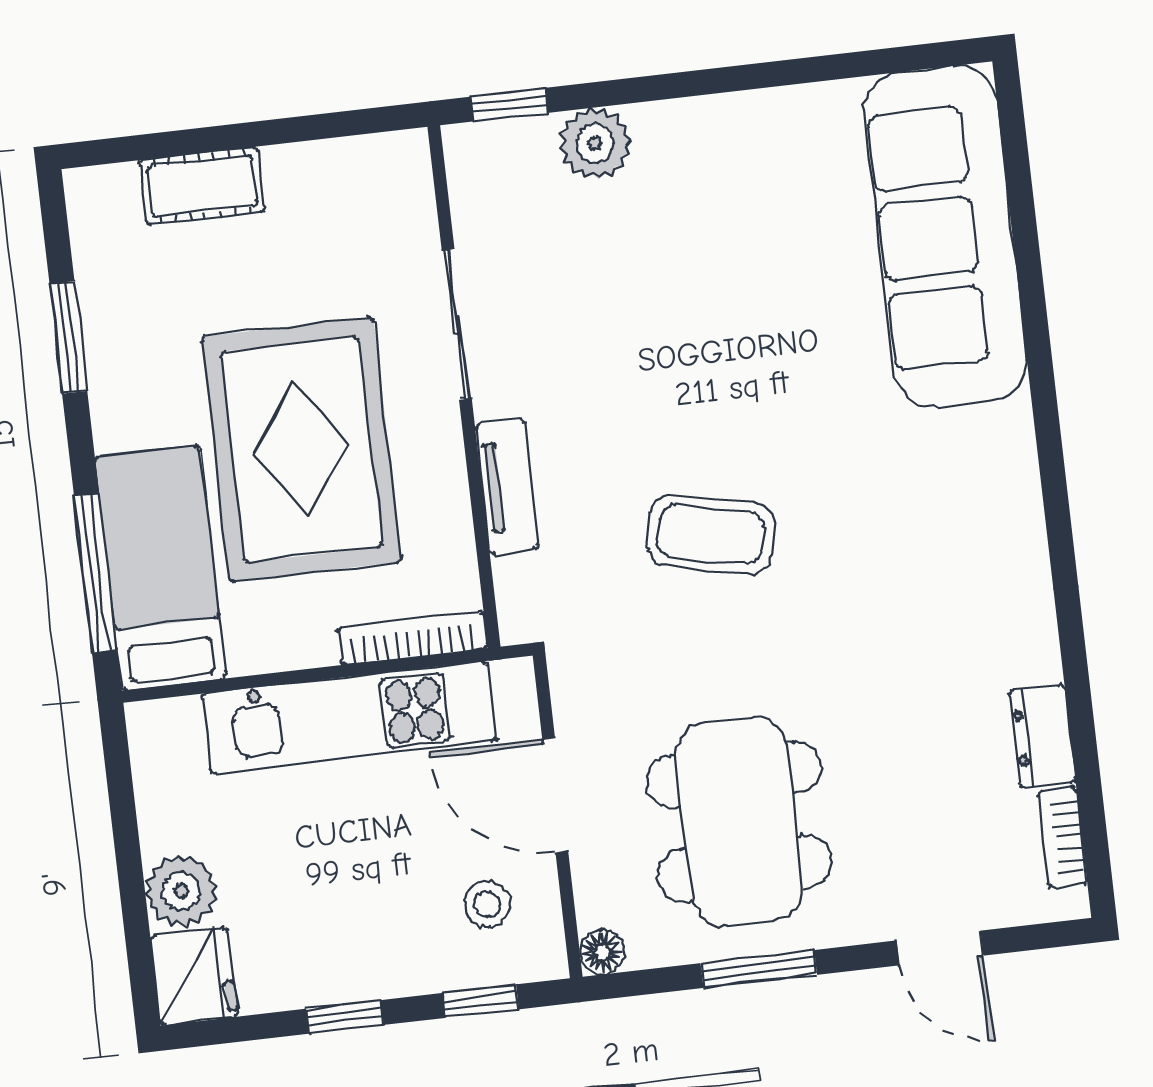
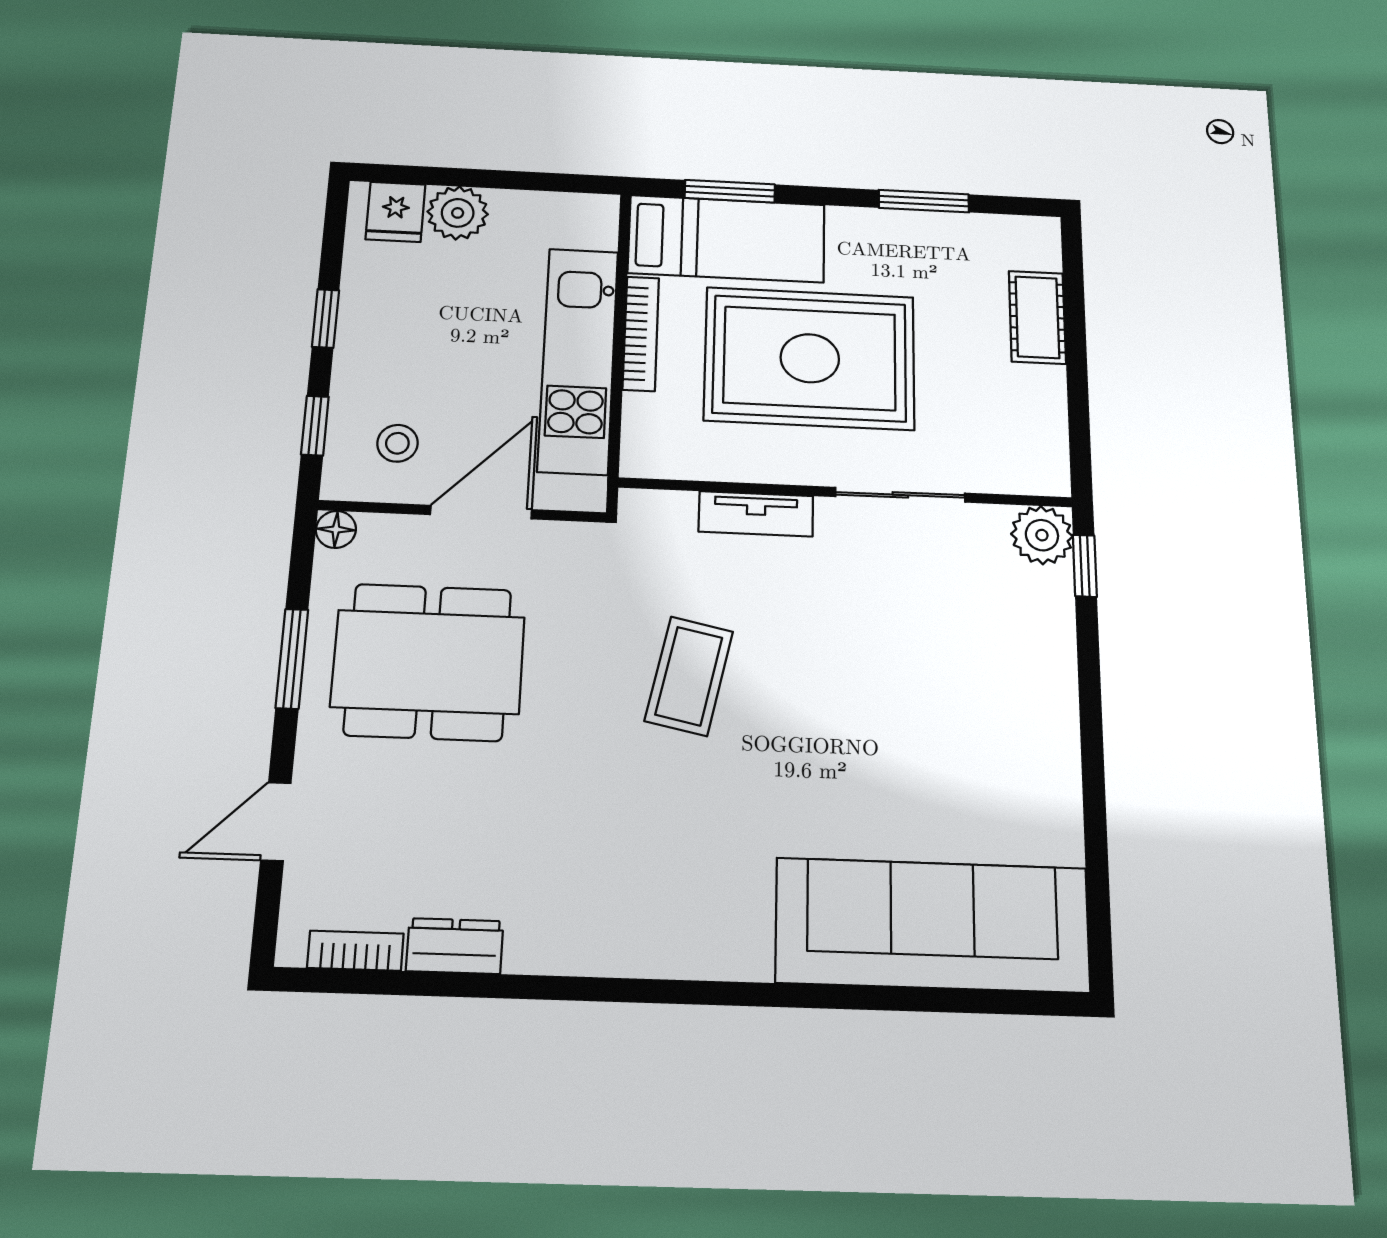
plant: (595, 144) -> (1042, 535), moved
window: (96, 573) -> (730, 191), width x0.69
bookcase: (412, 638) -> (641, 333), moved
fridge: (194, 976) -> (395, 212), width x0.72

